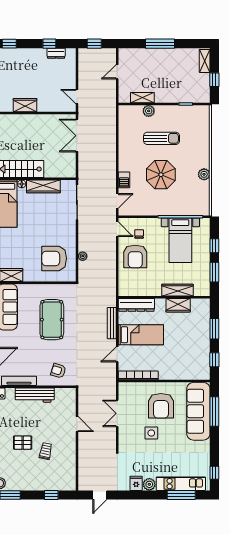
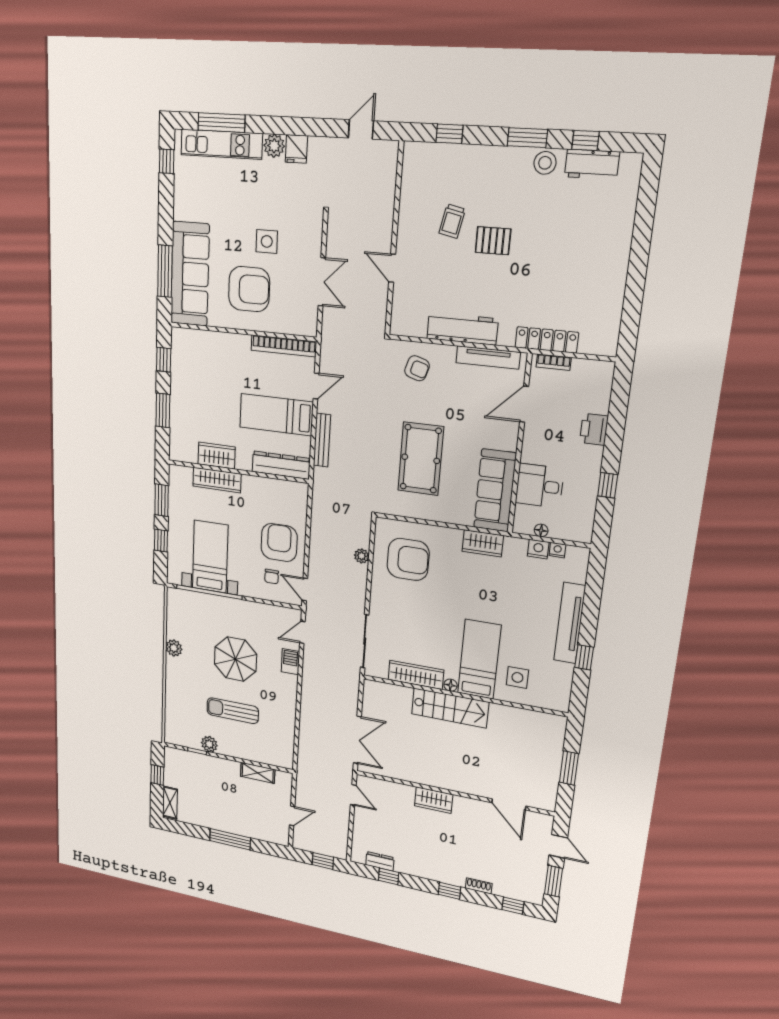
plant: (149, 111) -> (209, 744), moved
armchair: (161, 406) -> (249, 289), turned 90

